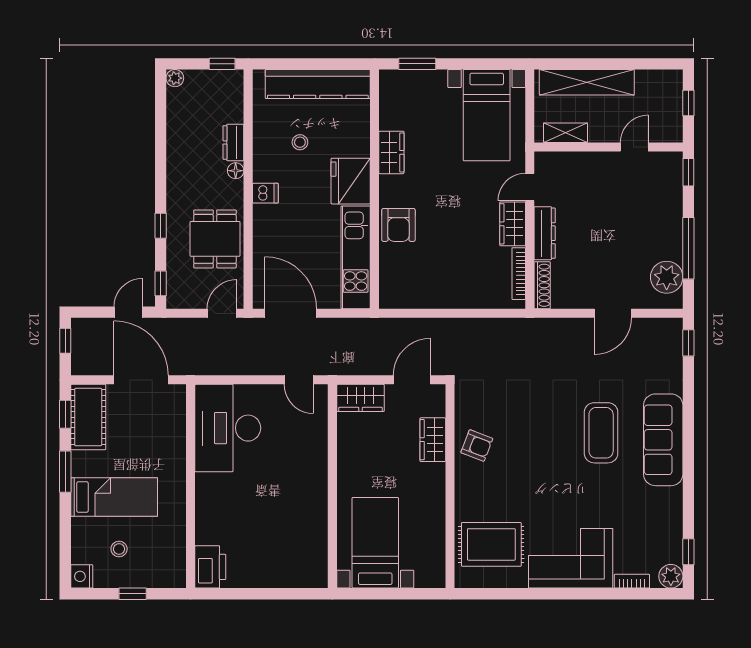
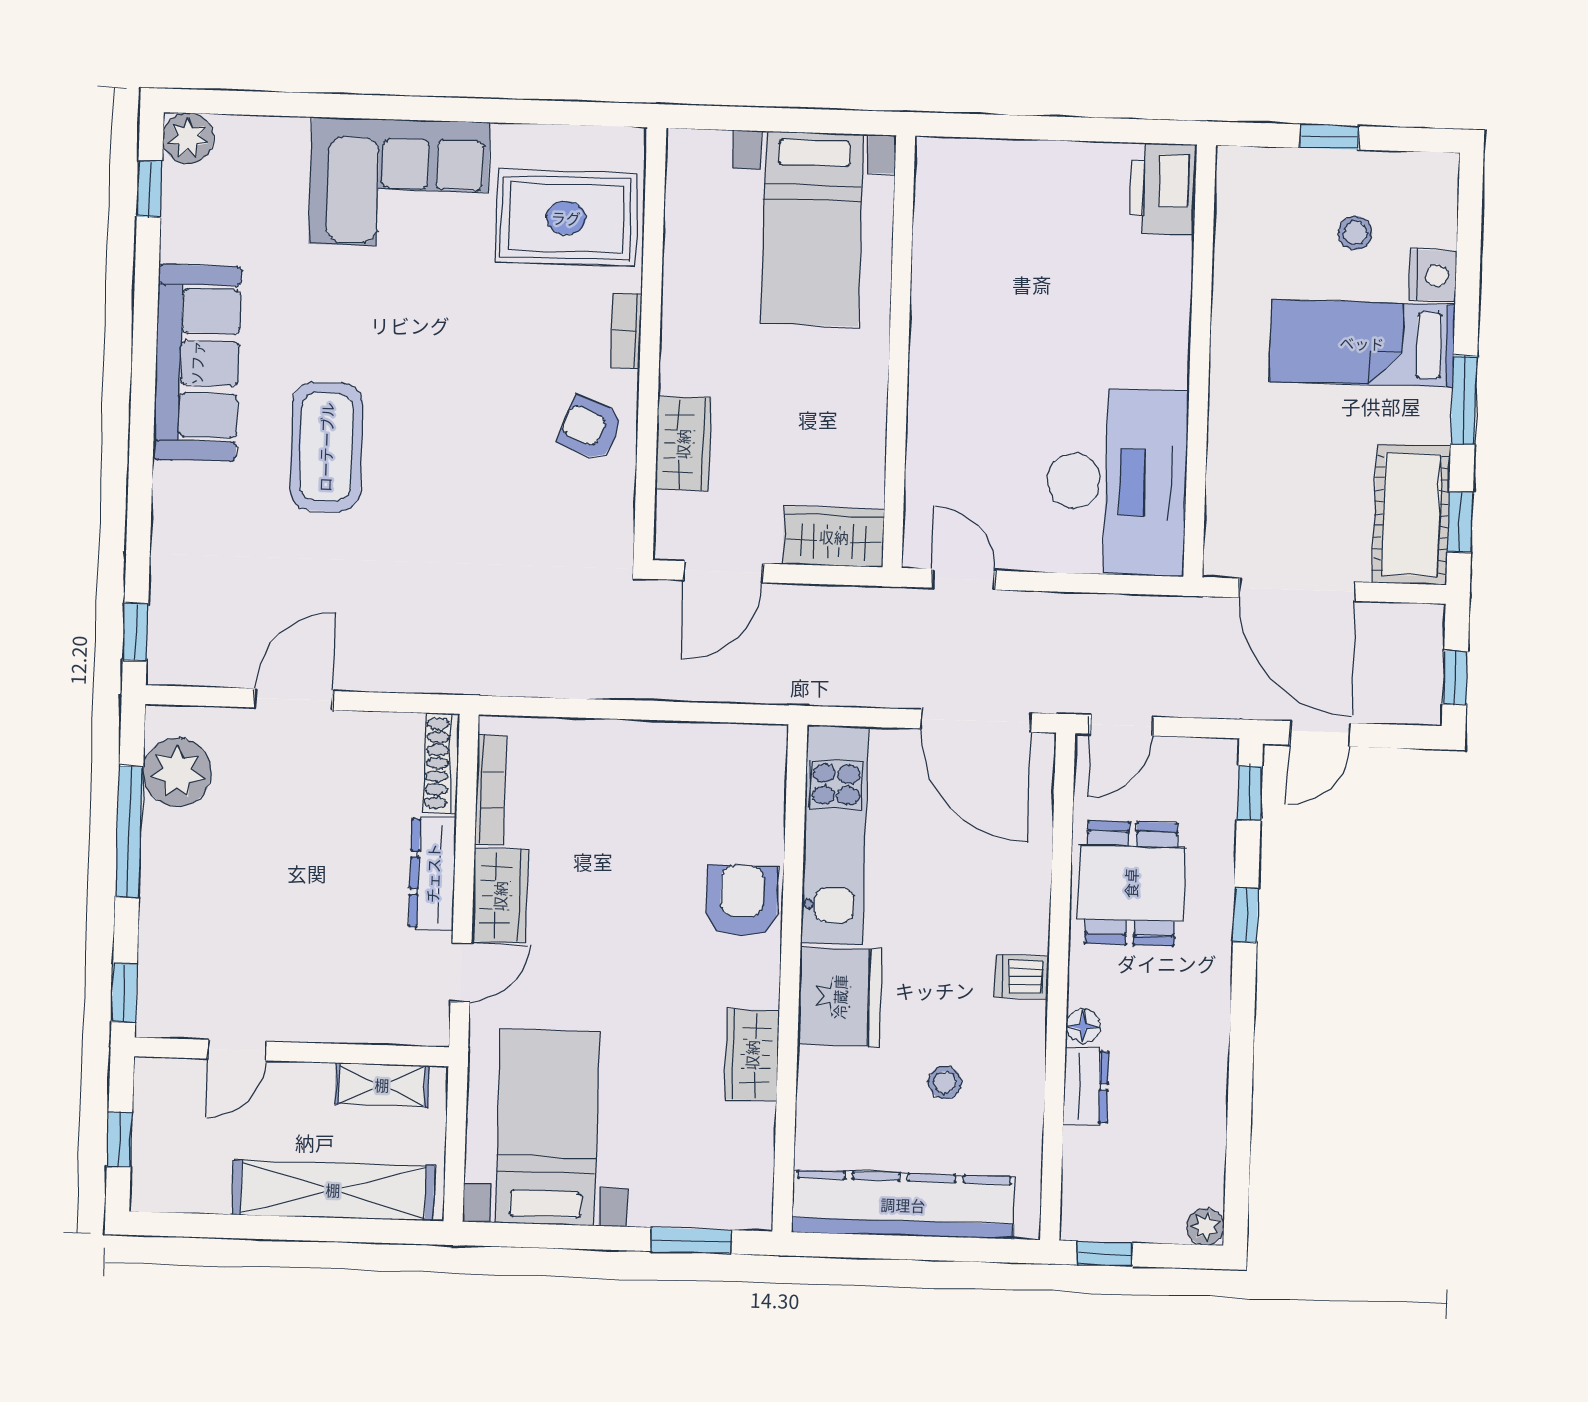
sofa: (663, 440) -> (197, 363), moved
nightstand: (82, 576) -> (1433, 275), moved
bookcase: (632, 581) -> (626, 331), moved, turned 90

